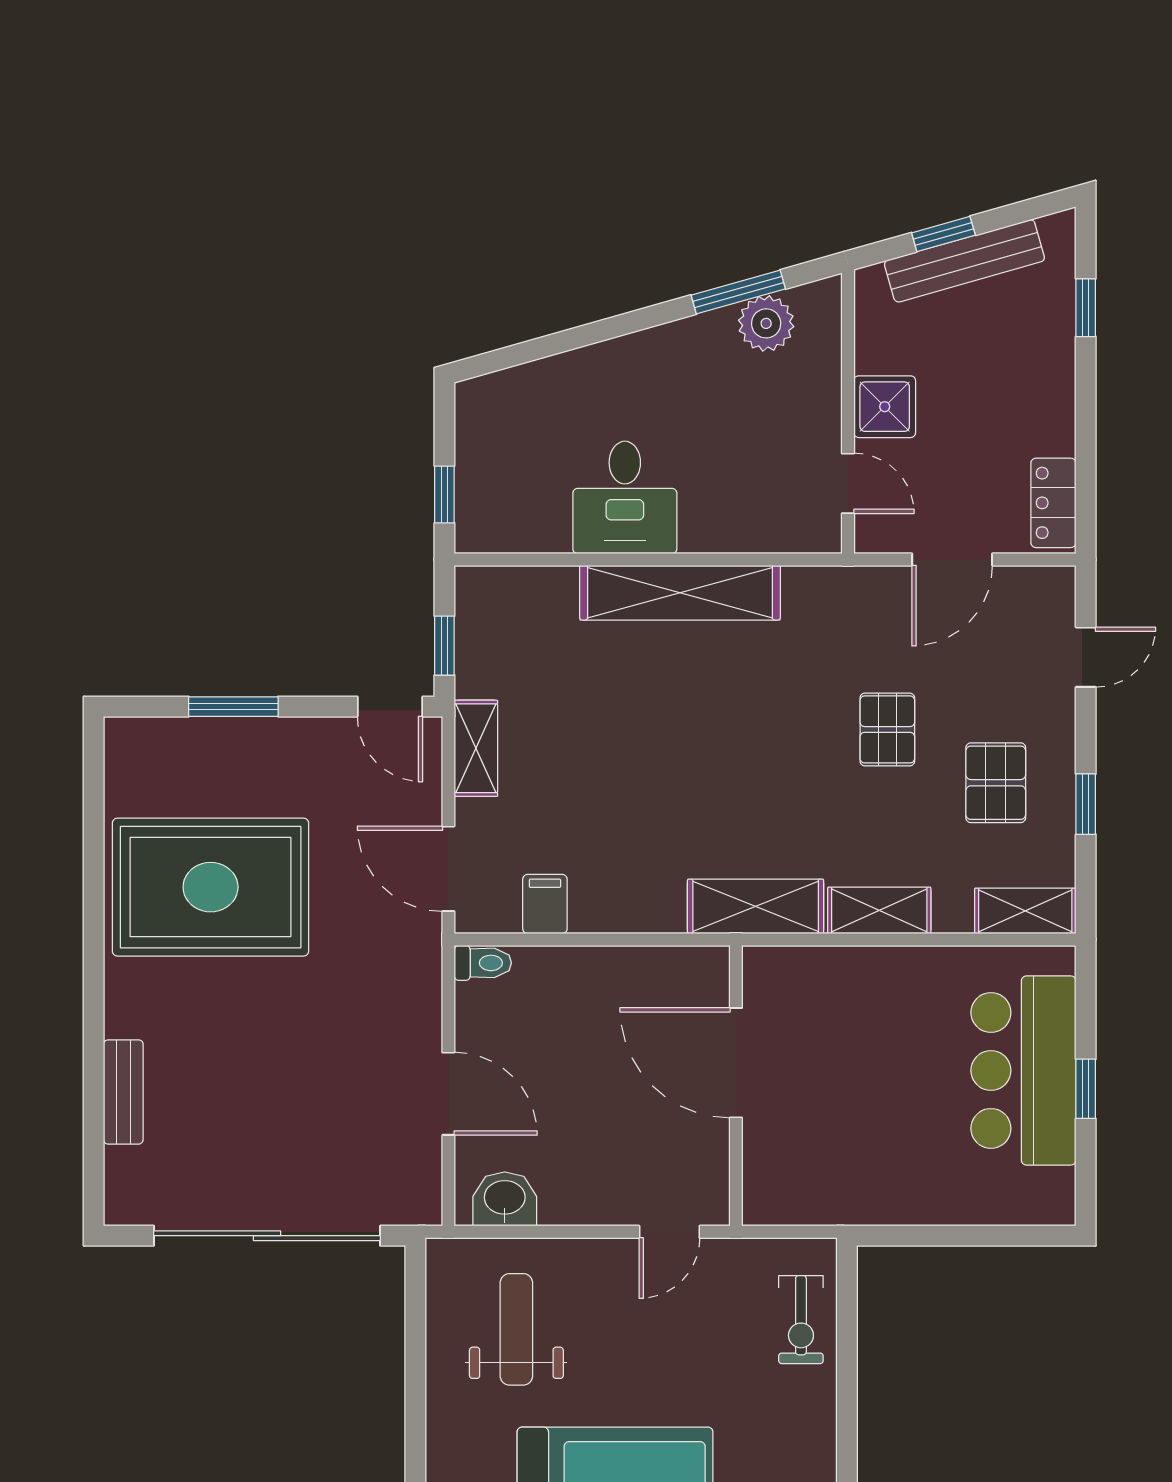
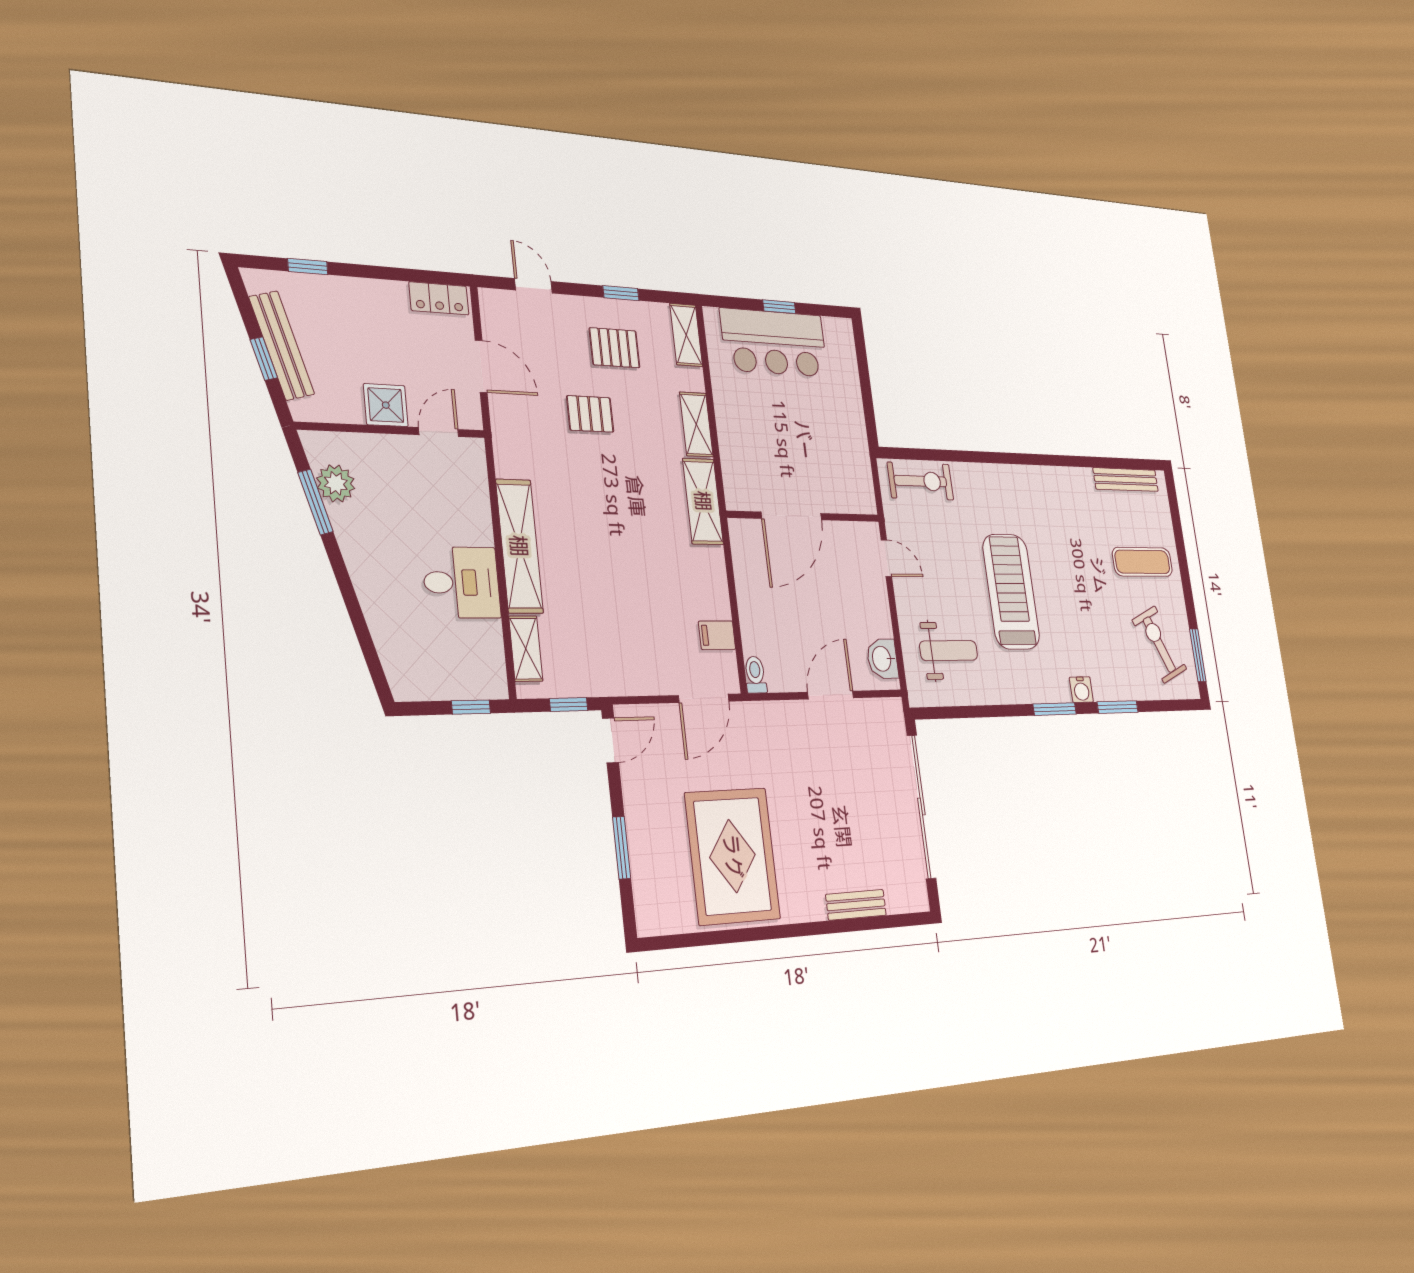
shelving: (476, 748) -> (526, 649), moved, turned 90
exercise bike: (801, 1320) -> (920, 481), width x1.38, depth x1.39
weight bench: (516, 1329) -> (949, 651), turned 180

